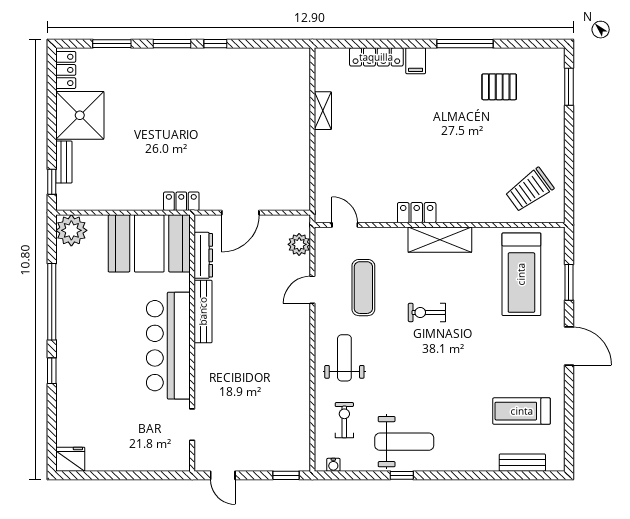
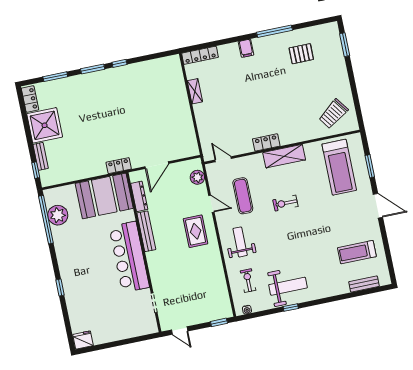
locker: (376, 57) -> (200, 55), moved
plant: (71, 230) -> (58, 215), moved
door: (312, 290) -> (211, 204), swing flipped
window: (52, 302) -> (46, 220), moved
rug: (279, 327) -> (196, 231), added

